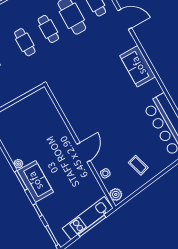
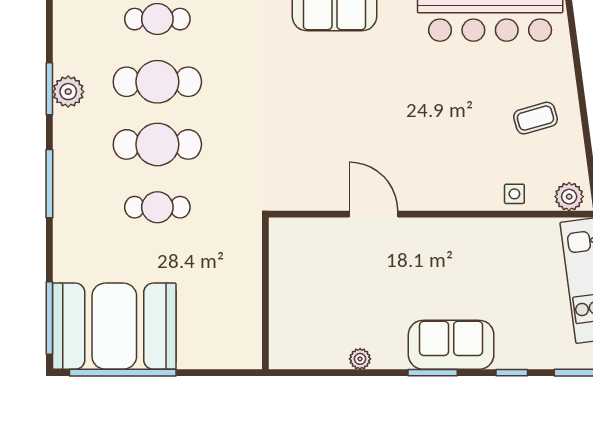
cafe table: (48, 29) -> (157, 144), width x1.37, depth x1.35
door: (83, 152) -> (373, 214), moved
plant: (18, 164) -> (360, 359), moved

